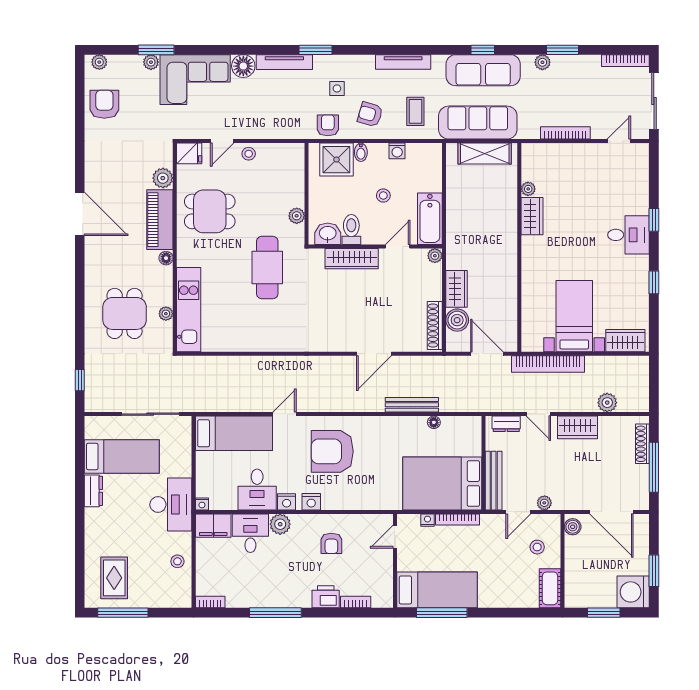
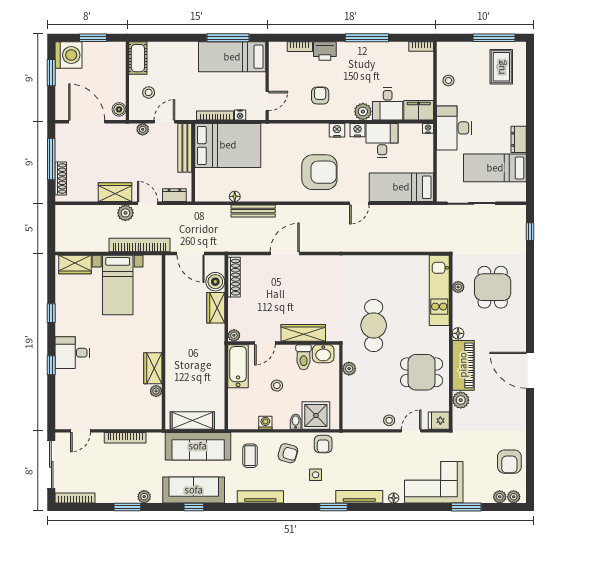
plant: (151, 62) -> (500, 497), moved
floor lamp: (243, 66) -> (394, 498), width x0.53, depth x0.53
plant: (607, 403) -> (125, 213), moved

